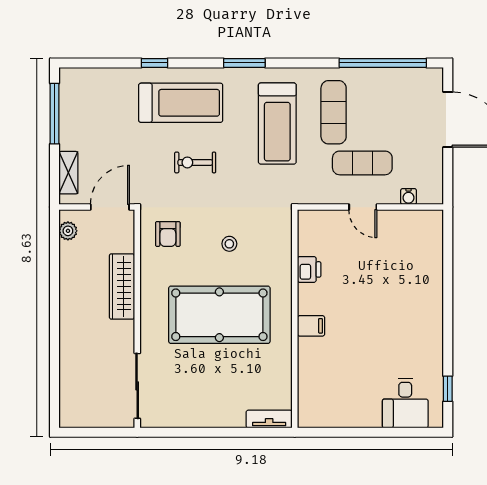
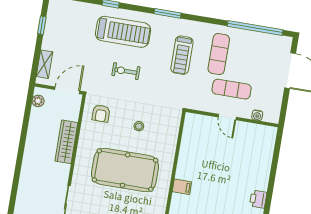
window: (54, 114) -> (42, 25), width x0.46
treadmill: (277, 124) -> (182, 55), width x0.73, depth x0.73
printer: (309, 269) -> (258, 199), moved, turned 180

